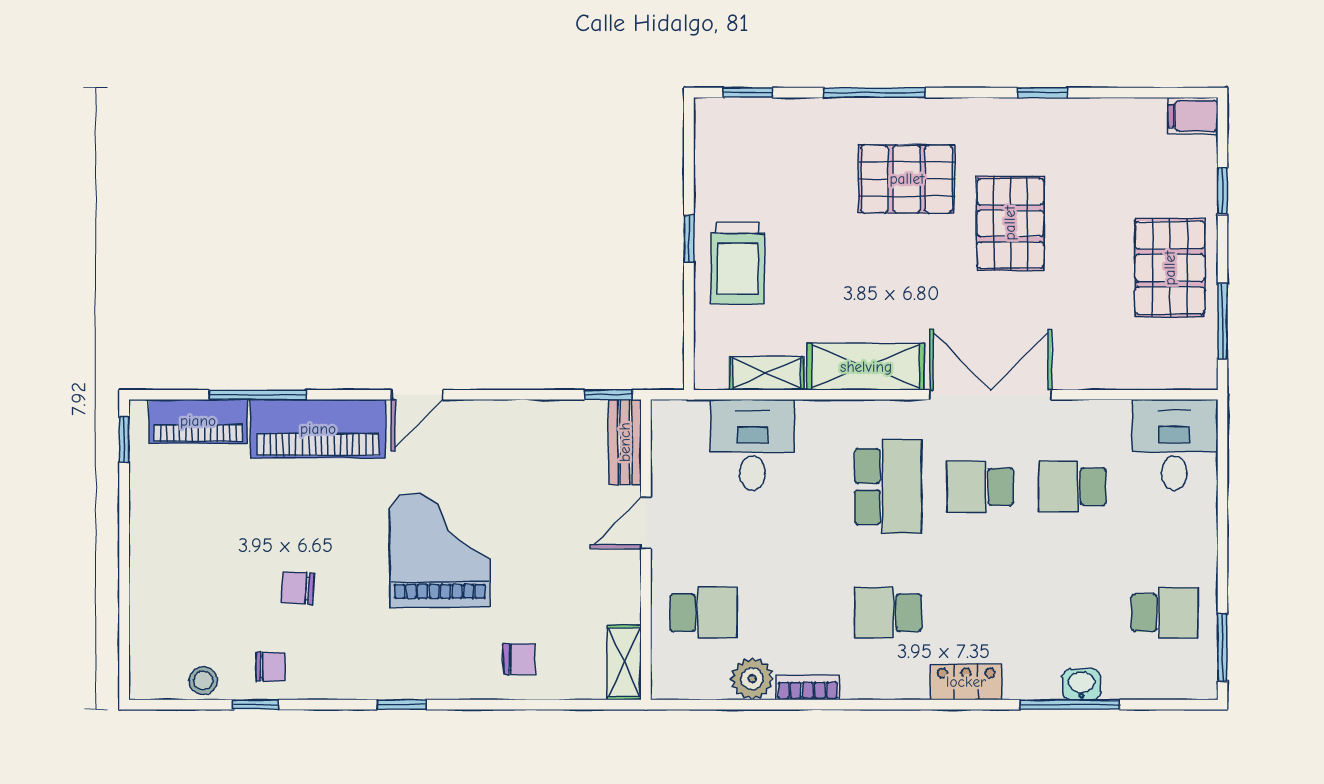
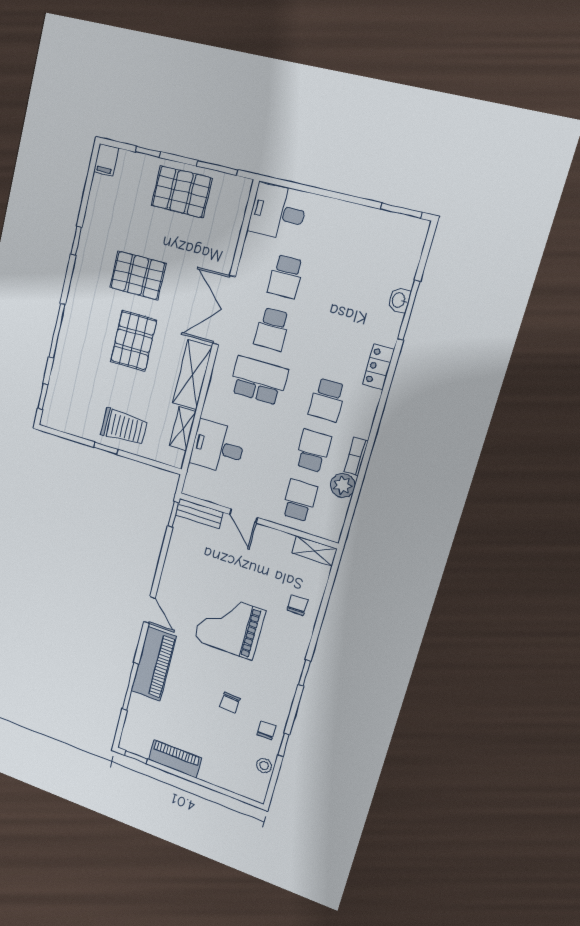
pallet: (907, 179) -> (134, 341), moved
piano: (198, 421) -> (175, 759), moved, turned -90
school desk: (1165, 613) -> (313, 451), moved

